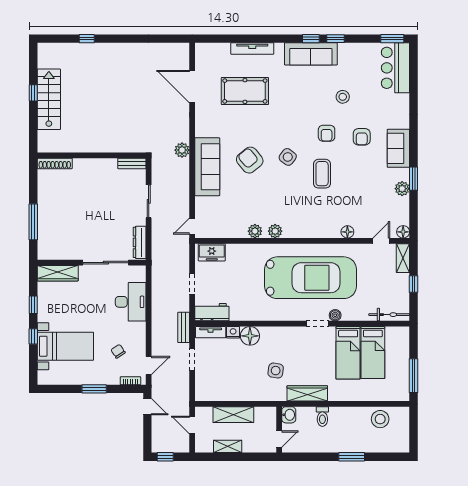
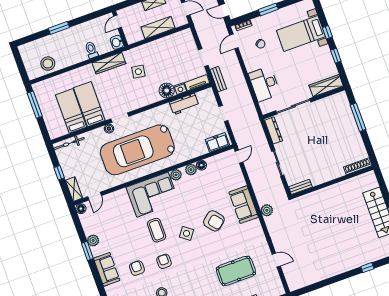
door: (192, 87) -> (276, 260), width x0.53
sofa: (207, 167) -> (244, 205), width x0.73
corner sofa: (312, 218) -> (152, 195), added
floor lamp: (347, 232) -> (201, 165), moved
workbench: (212, 312) -> (184, 104), moved

